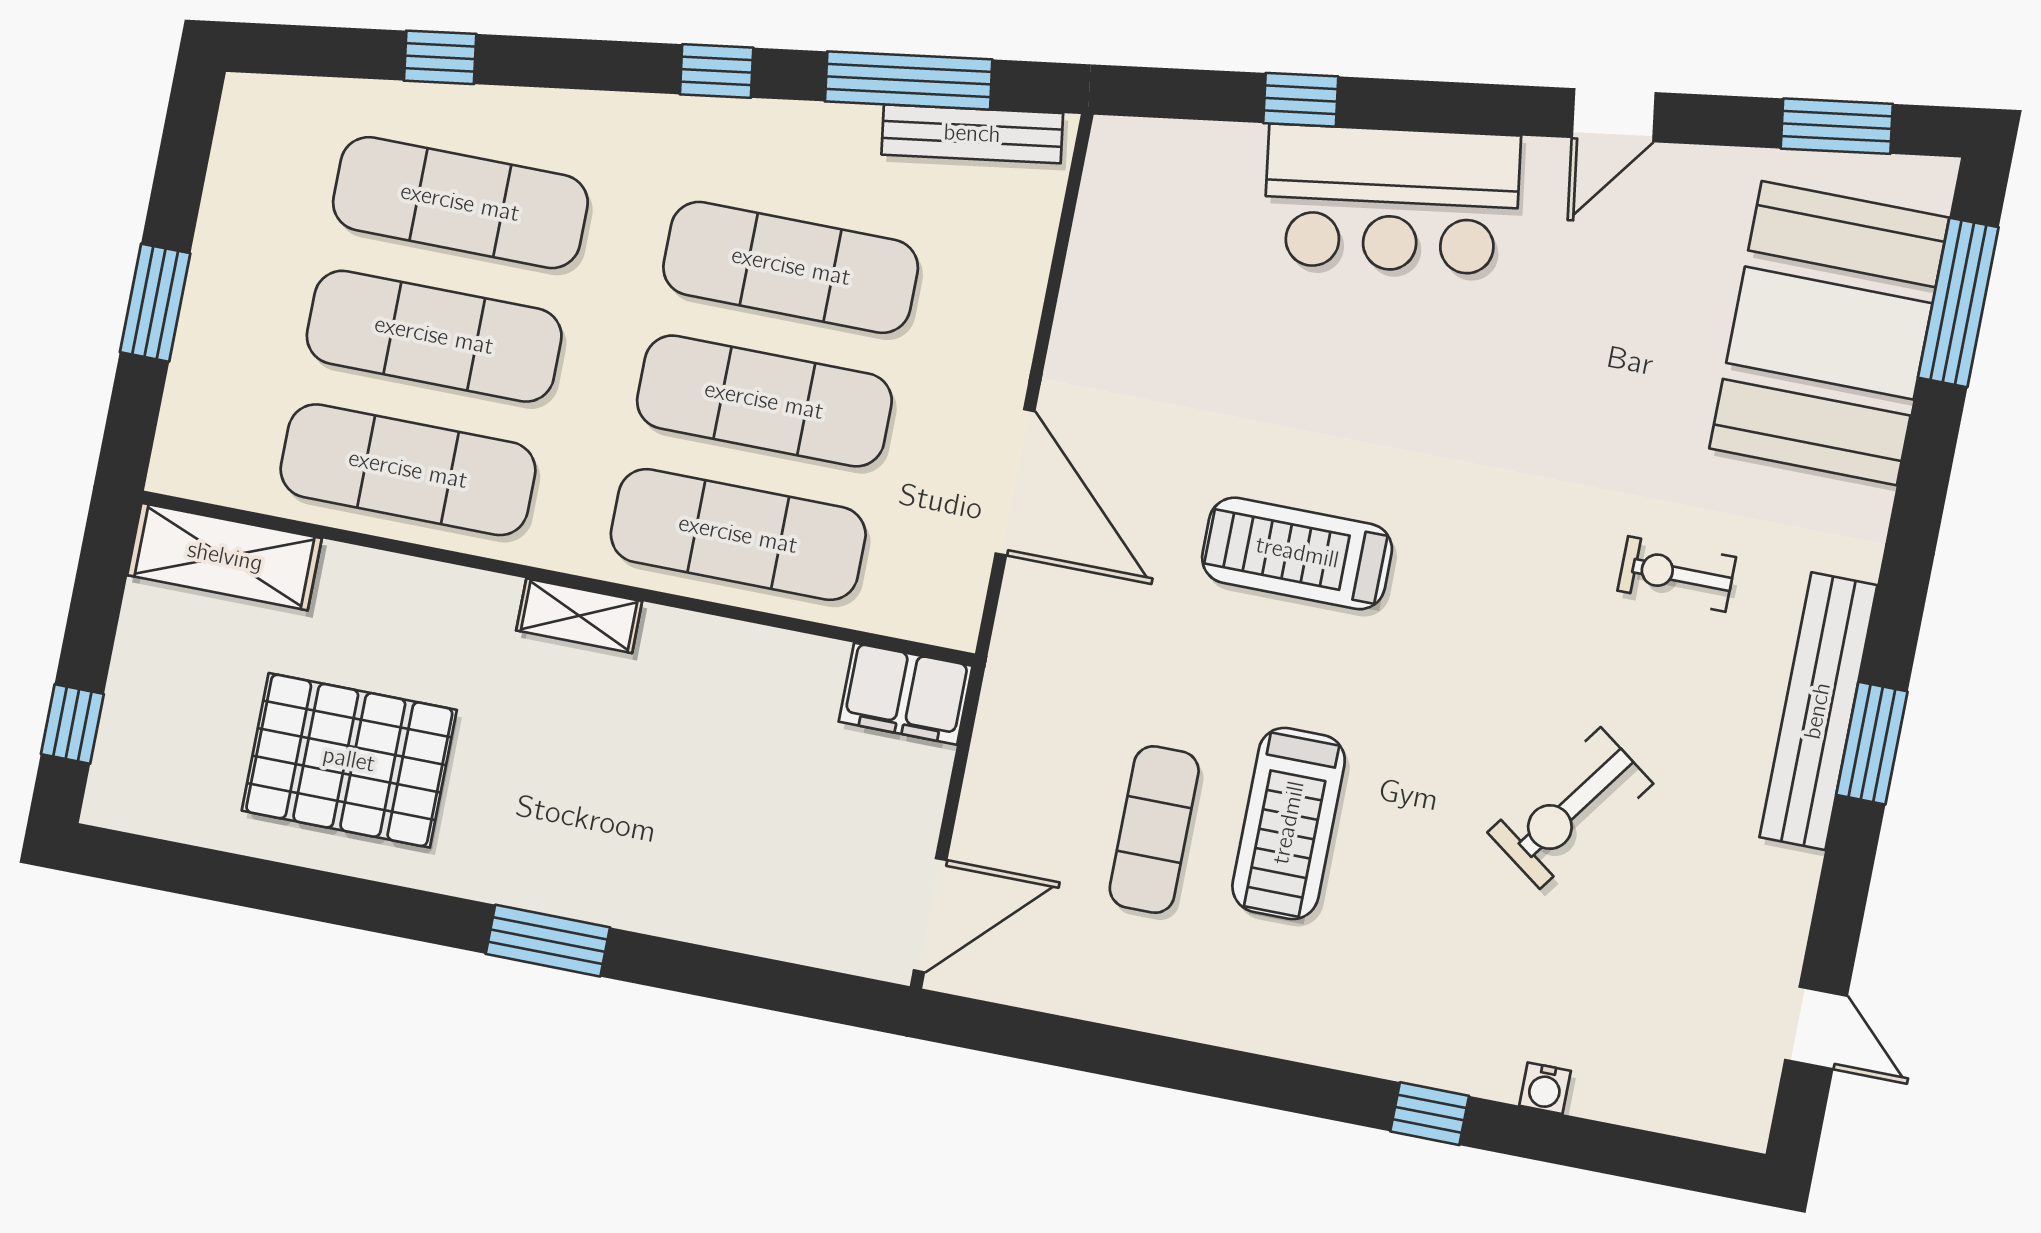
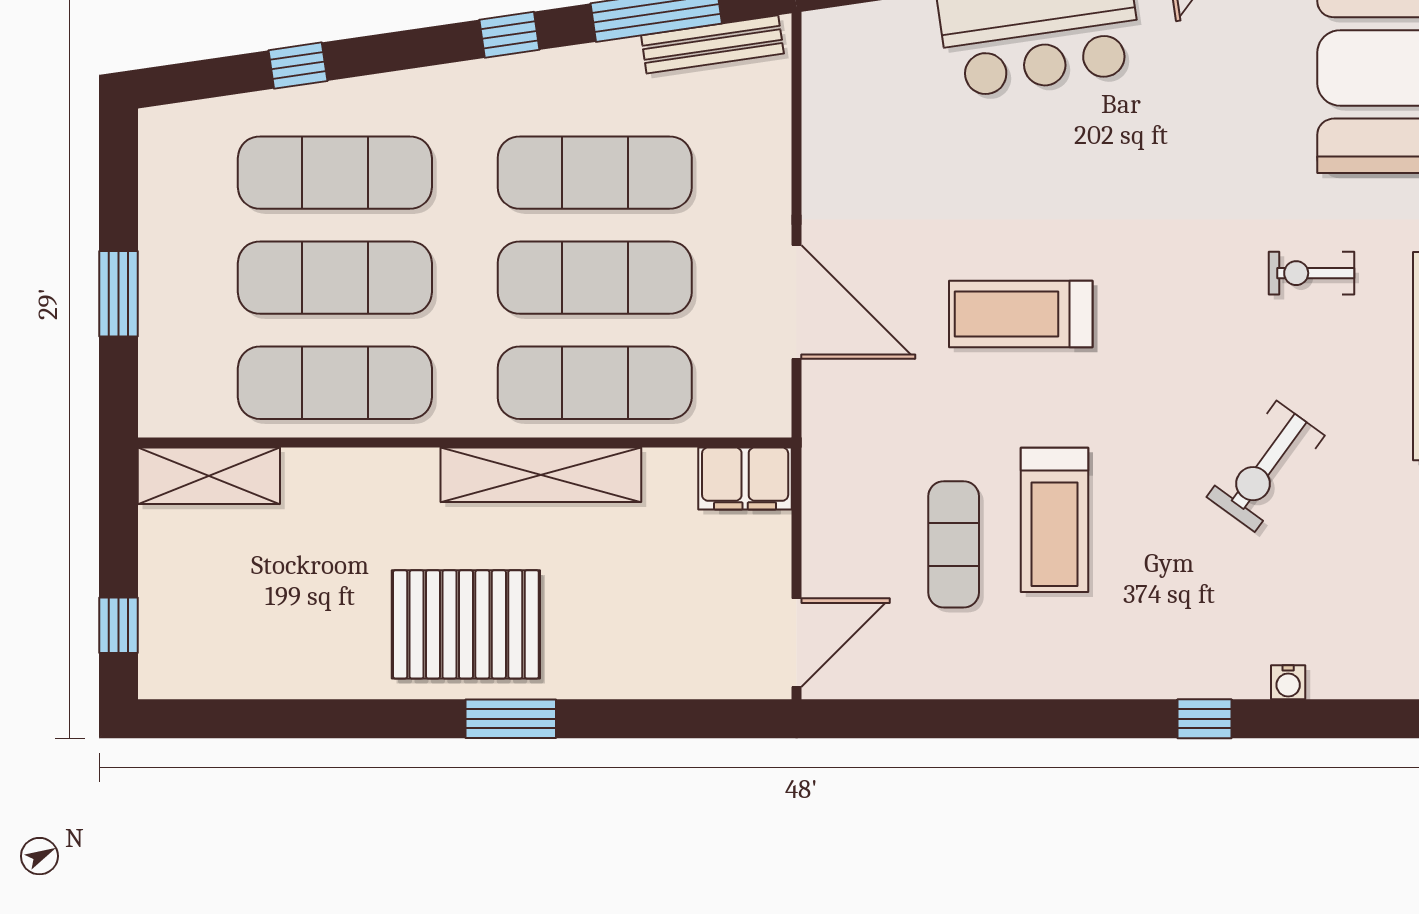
shelving: (579, 616) -> (541, 475), width x2.20, depth x1.33
pallet: (349, 760) -> (466, 624), moved

